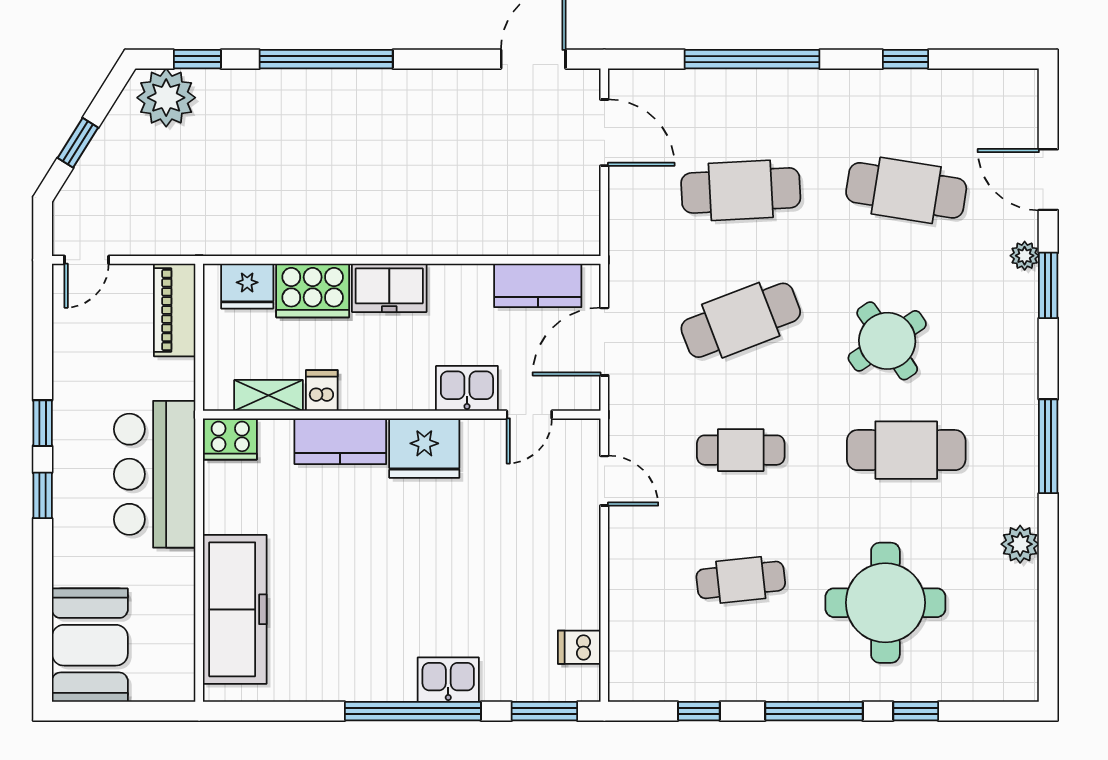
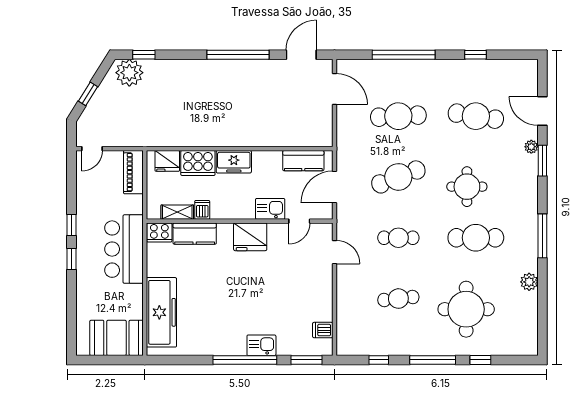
window: (326, 59) -> (238, 55), moved
round table: (887, 341) -> (467, 187), turned 34
kitchen counter: (340, 441) -> (195, 234), moved
booth: (90, 645) -> (116, 338), moved, turned 90

